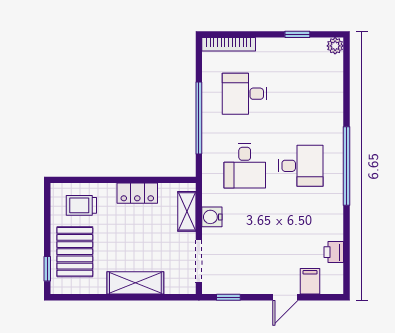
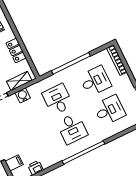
desk: (245, 94) -> (95, 81), turned 90
desk: (301, 94) -> (109, 110), added
desk: (245, 166) -> (58, 99), turned 90

